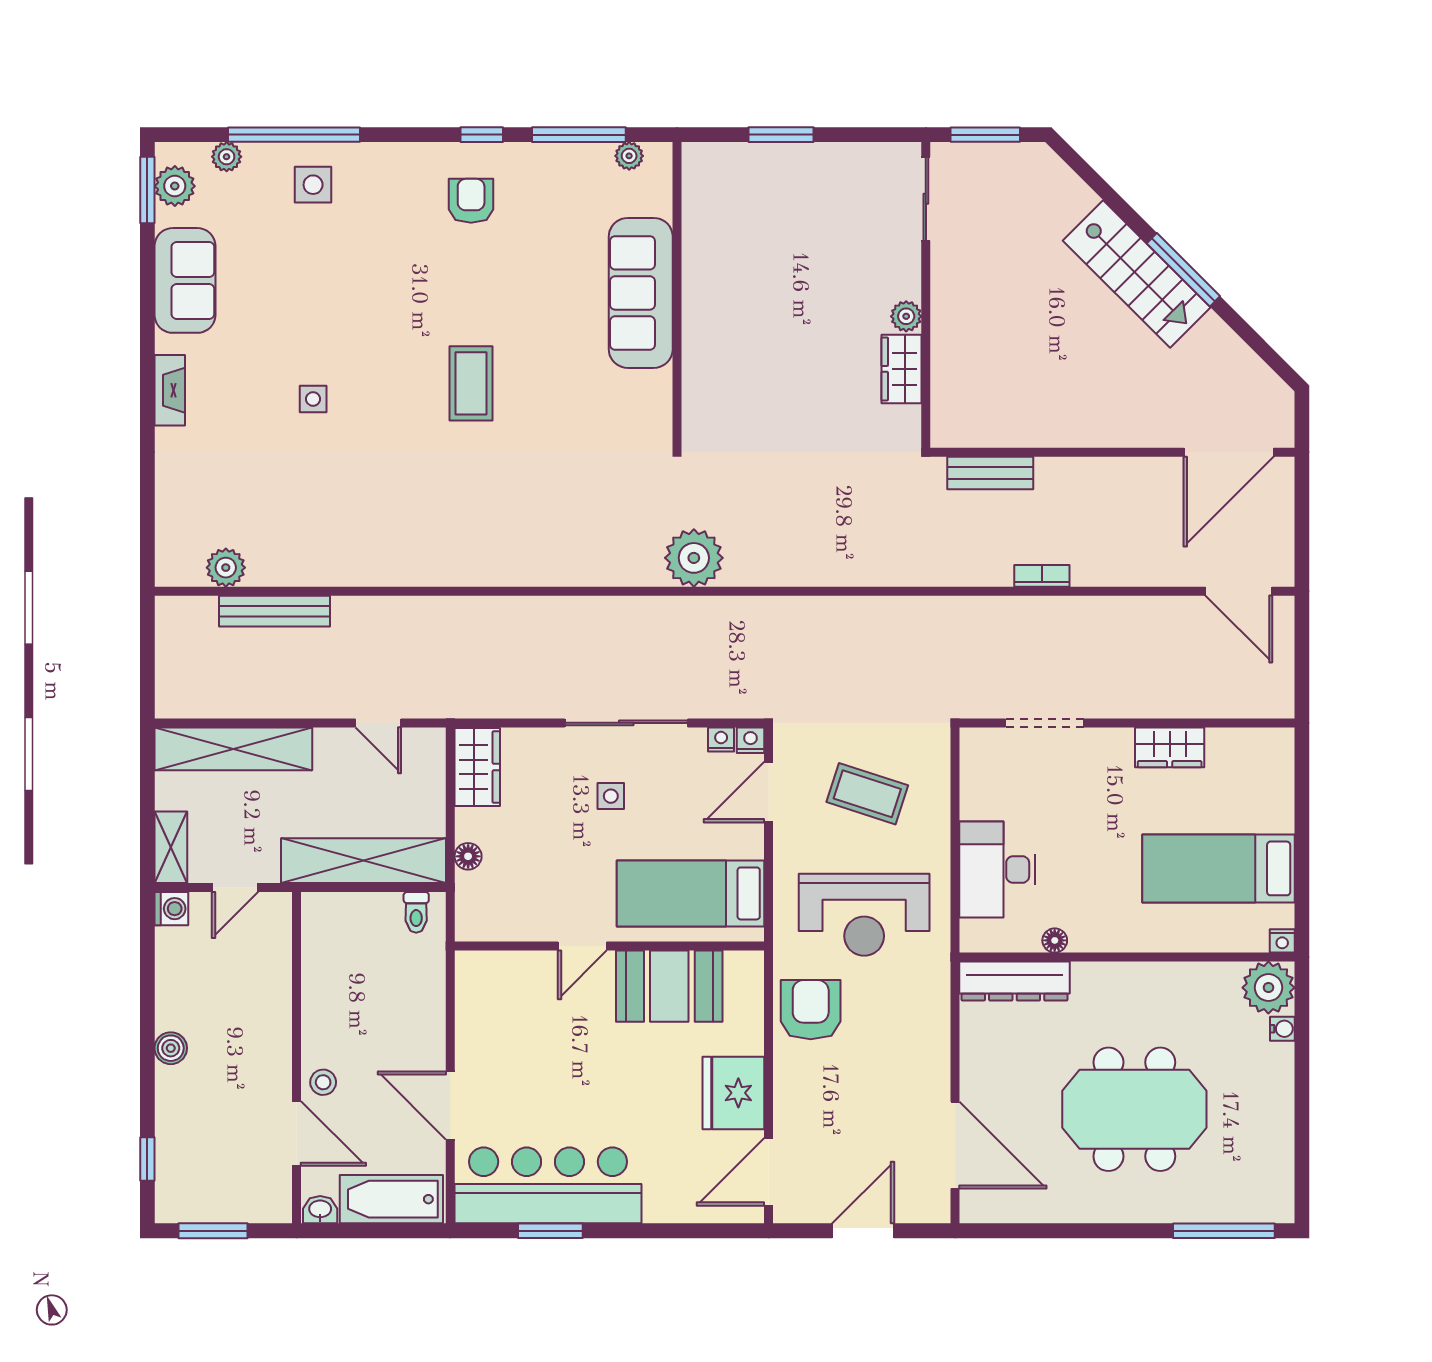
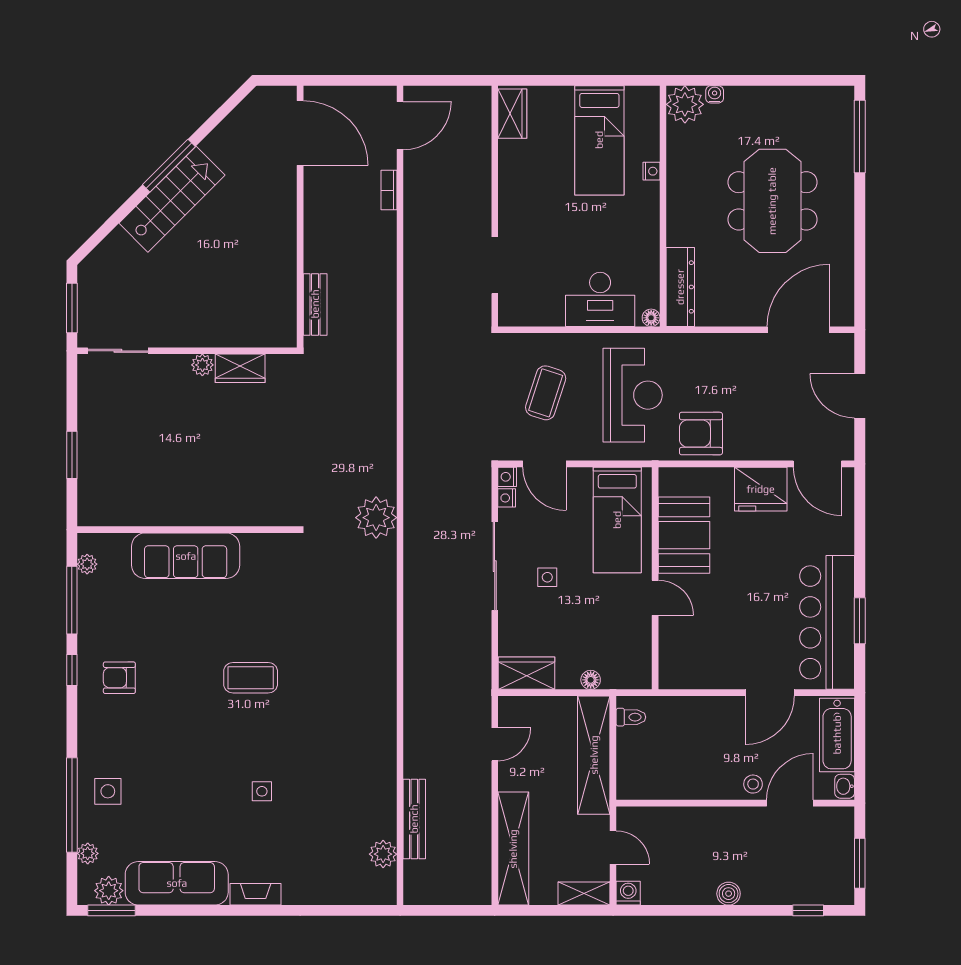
sofa: (185, 280) -> (177, 883), width x1.36
bookcase: (1042, 576) -> (389, 190), moved
wardrobe: (1170, 747) -> (512, 114), moved
floor lamp: (1055, 940) -> (651, 318), moved
nightstand: (1282, 941) -> (651, 171), moved

